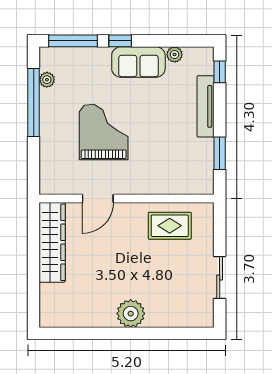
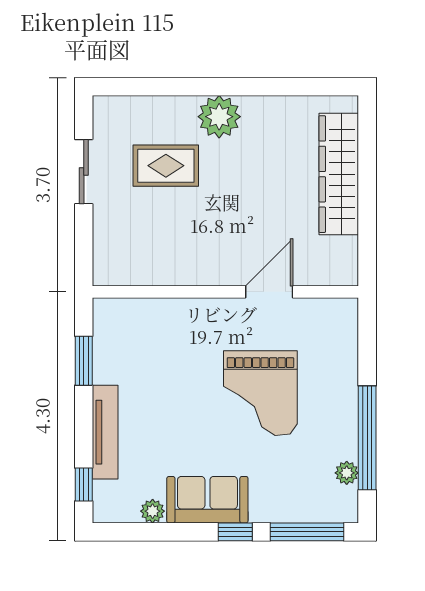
rug: (170, 226) -> (166, 166), moved
wardrobe: (52, 242) -> (339, 174), moved

